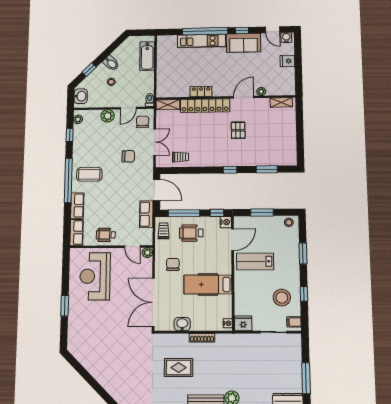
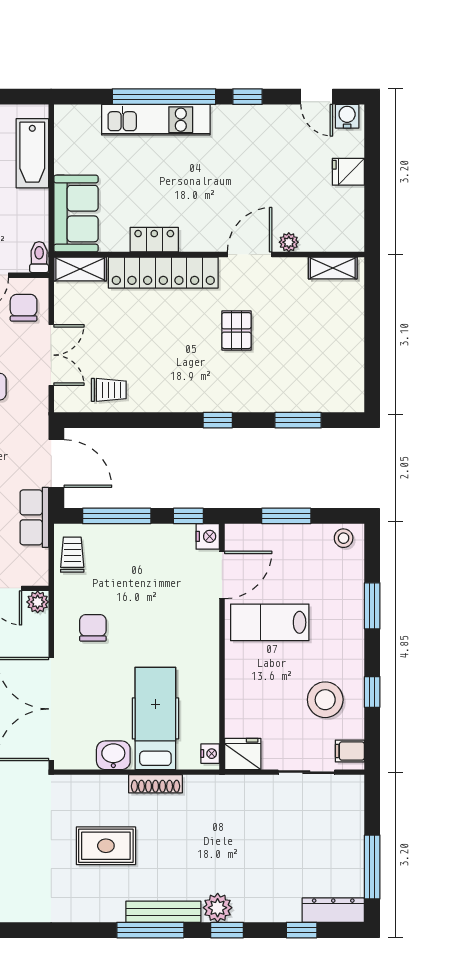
sofa: (243, 43) -> (76, 214), moved, turned -90
wheelchair: (191, 233) -> (133, 560), removed
hospital bed: (208, 284) -> (155, 718), moved, turned 90

